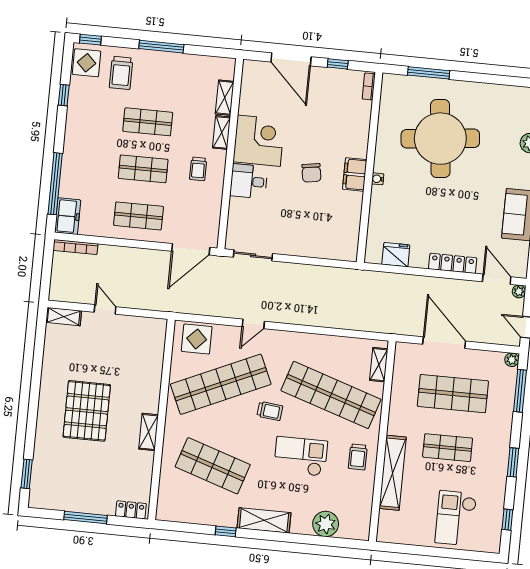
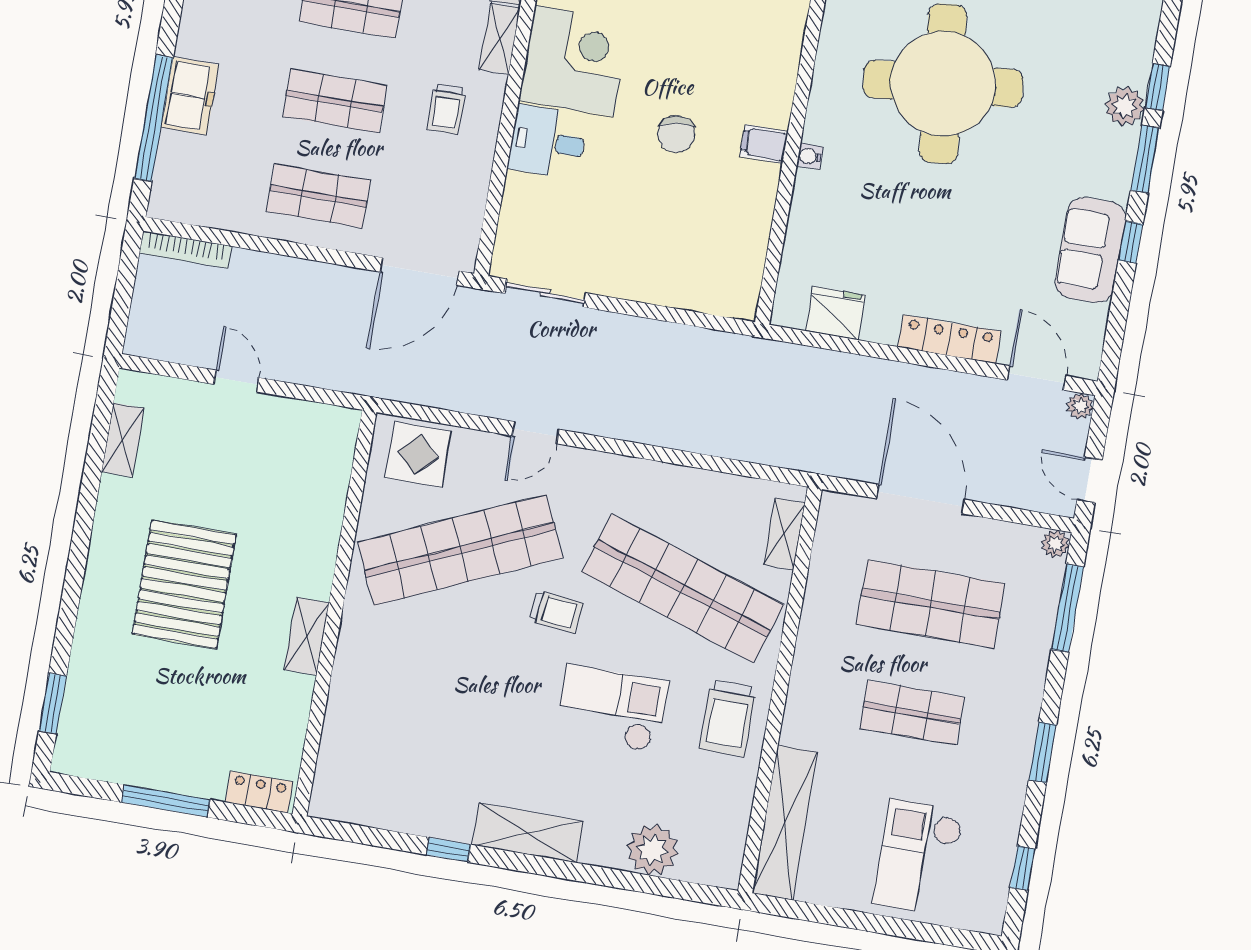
filing cabinet: (355, 174) -> (764, 144), width x0.50
freezer: (68, 216) -> (190, 96), moved
shelving: (64, 317) -> (123, 440), moved, turned 90
trolley: (358, 457) -> (728, 718), width x1.36, depth x1.39
shop shelf: (213, 466) -> (432, 715), removed
shelving: (393, 473) -> (785, 823), moved

